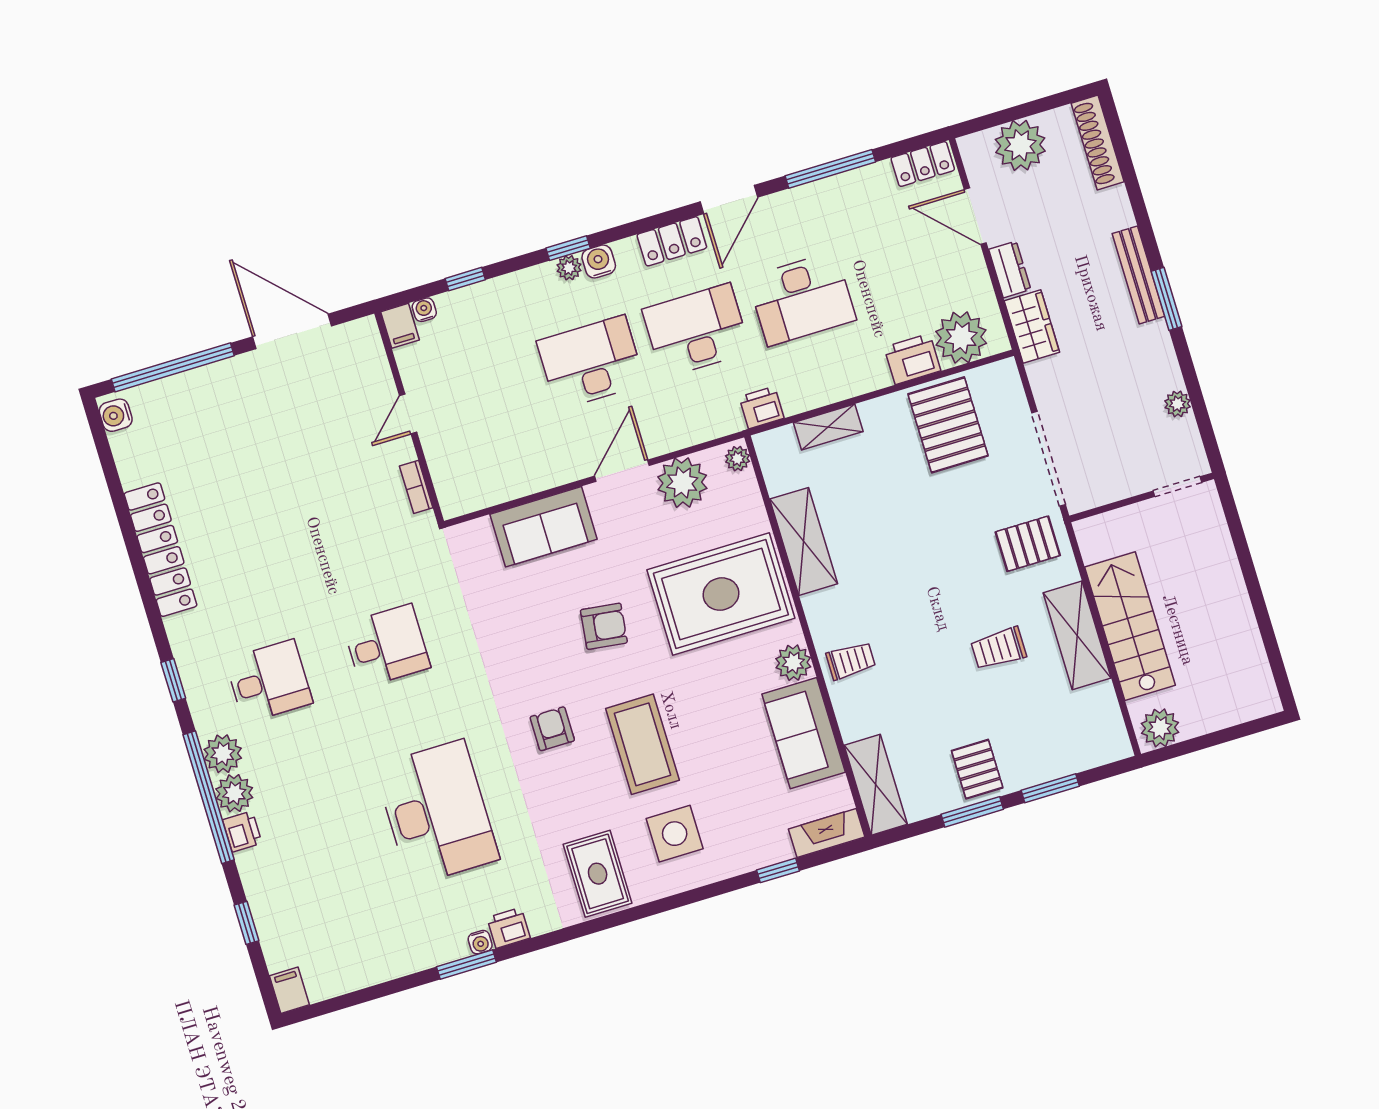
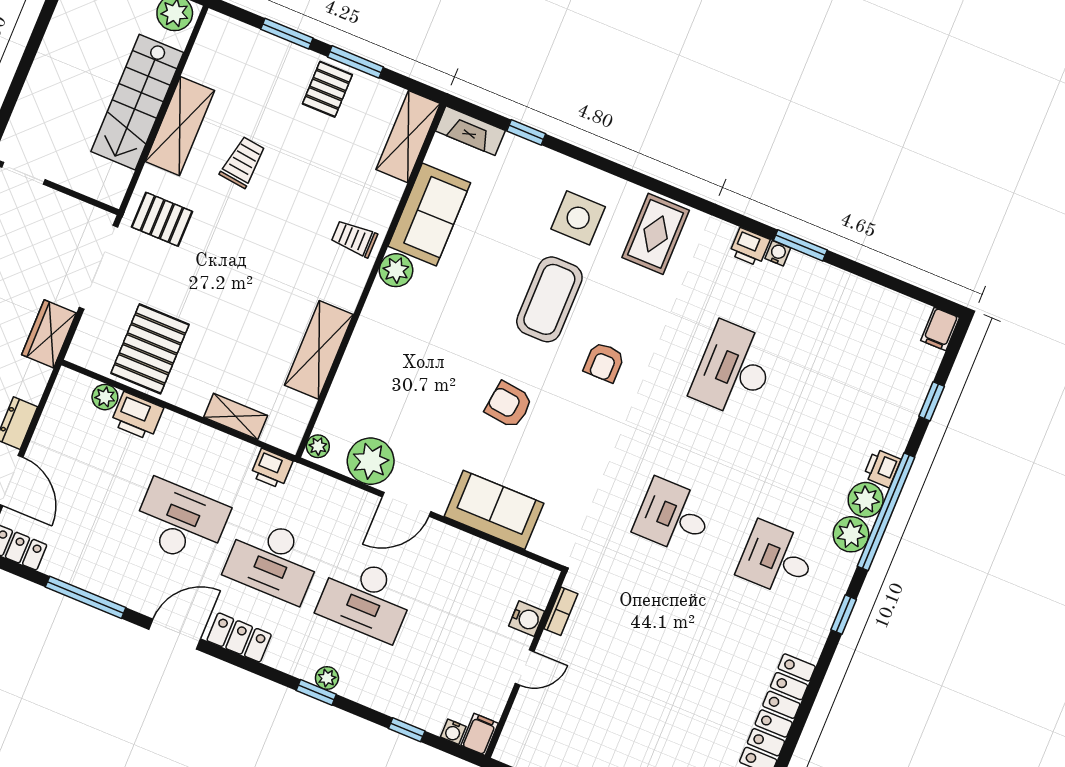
water cooler: (599, 261) -> (527, 619), moved, turned -90
wardrobe: (1032, 326) -> (49, 334), moved
plant: (961, 337) -> (105, 397), width x0.53, depth x0.53
rug: (721, 594) -> (407, 360), removed
trolley: (998, 648) -> (243, 162), turned -83
desk: (437, 812) -> (734, 370), width x0.73, depth x0.77

